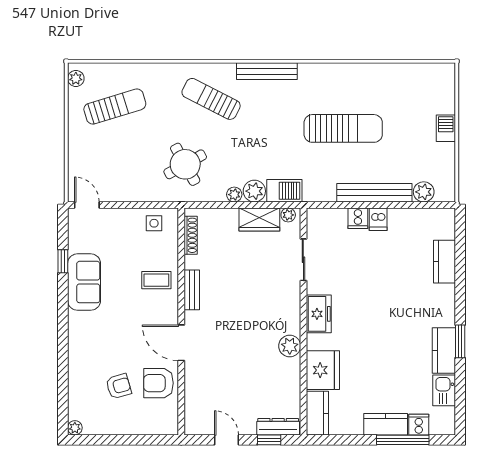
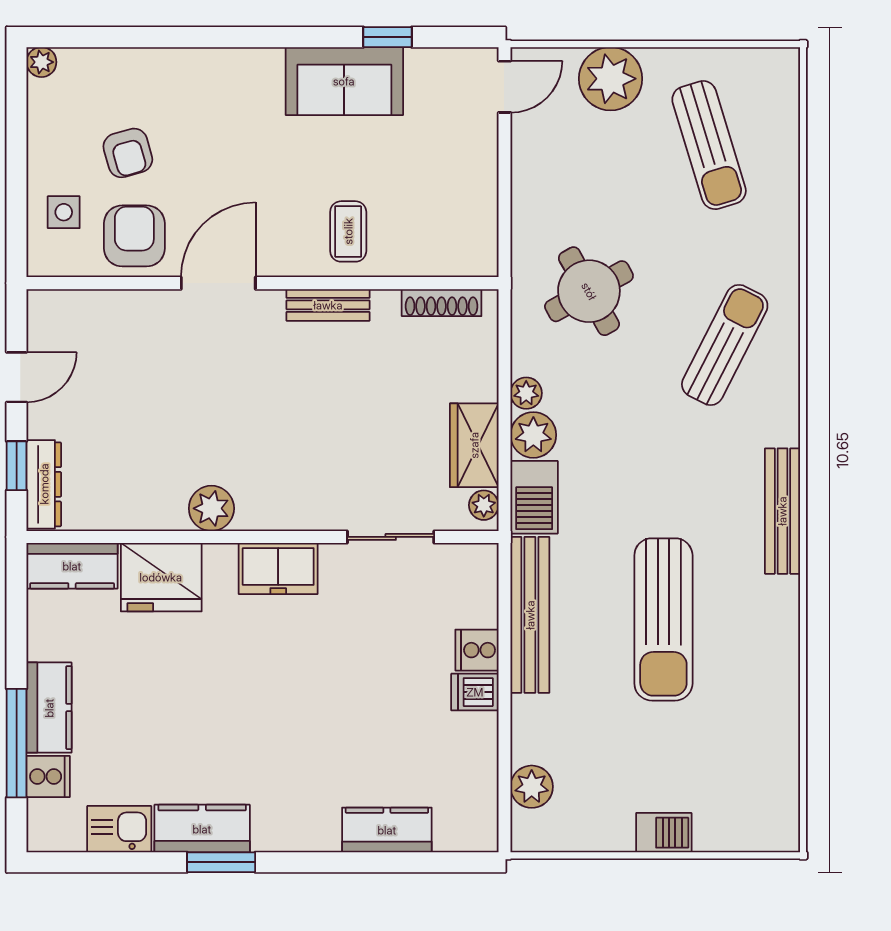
bench: (267, 71) -> (782, 511), moved
plant: (76, 78) -> (611, 79), moved, width x1.88, depth x1.88
bench: (374, 193) -> (530, 615), moved
side table: (154, 223) -> (64, 212), moved

